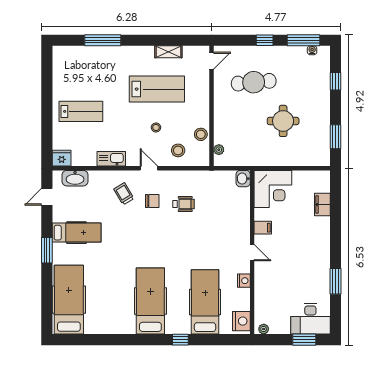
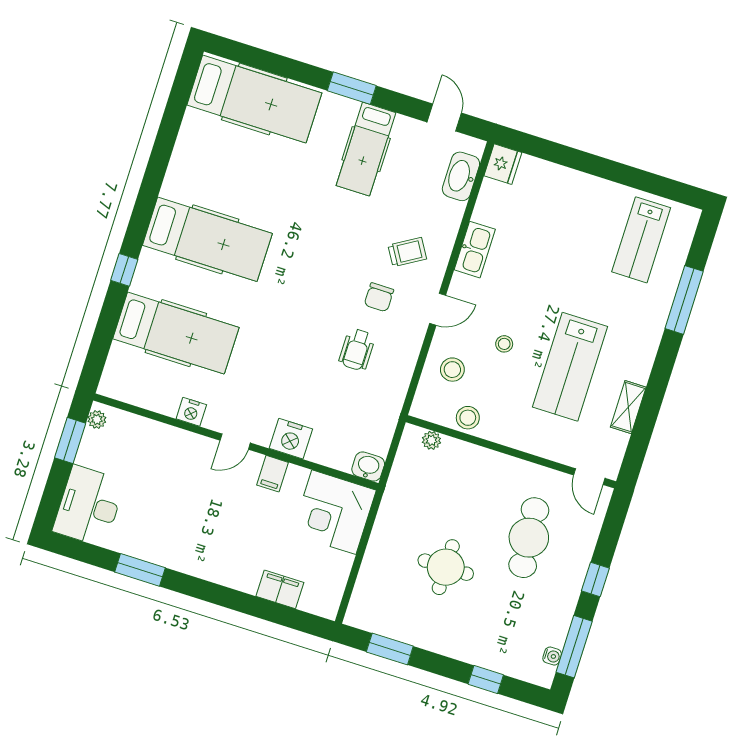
lab bench: (81, 111) -> (641, 240), moved
nightstand: (241, 321) -> (291, 439), moved
window: (304, 340) -> (70, 441), moved

